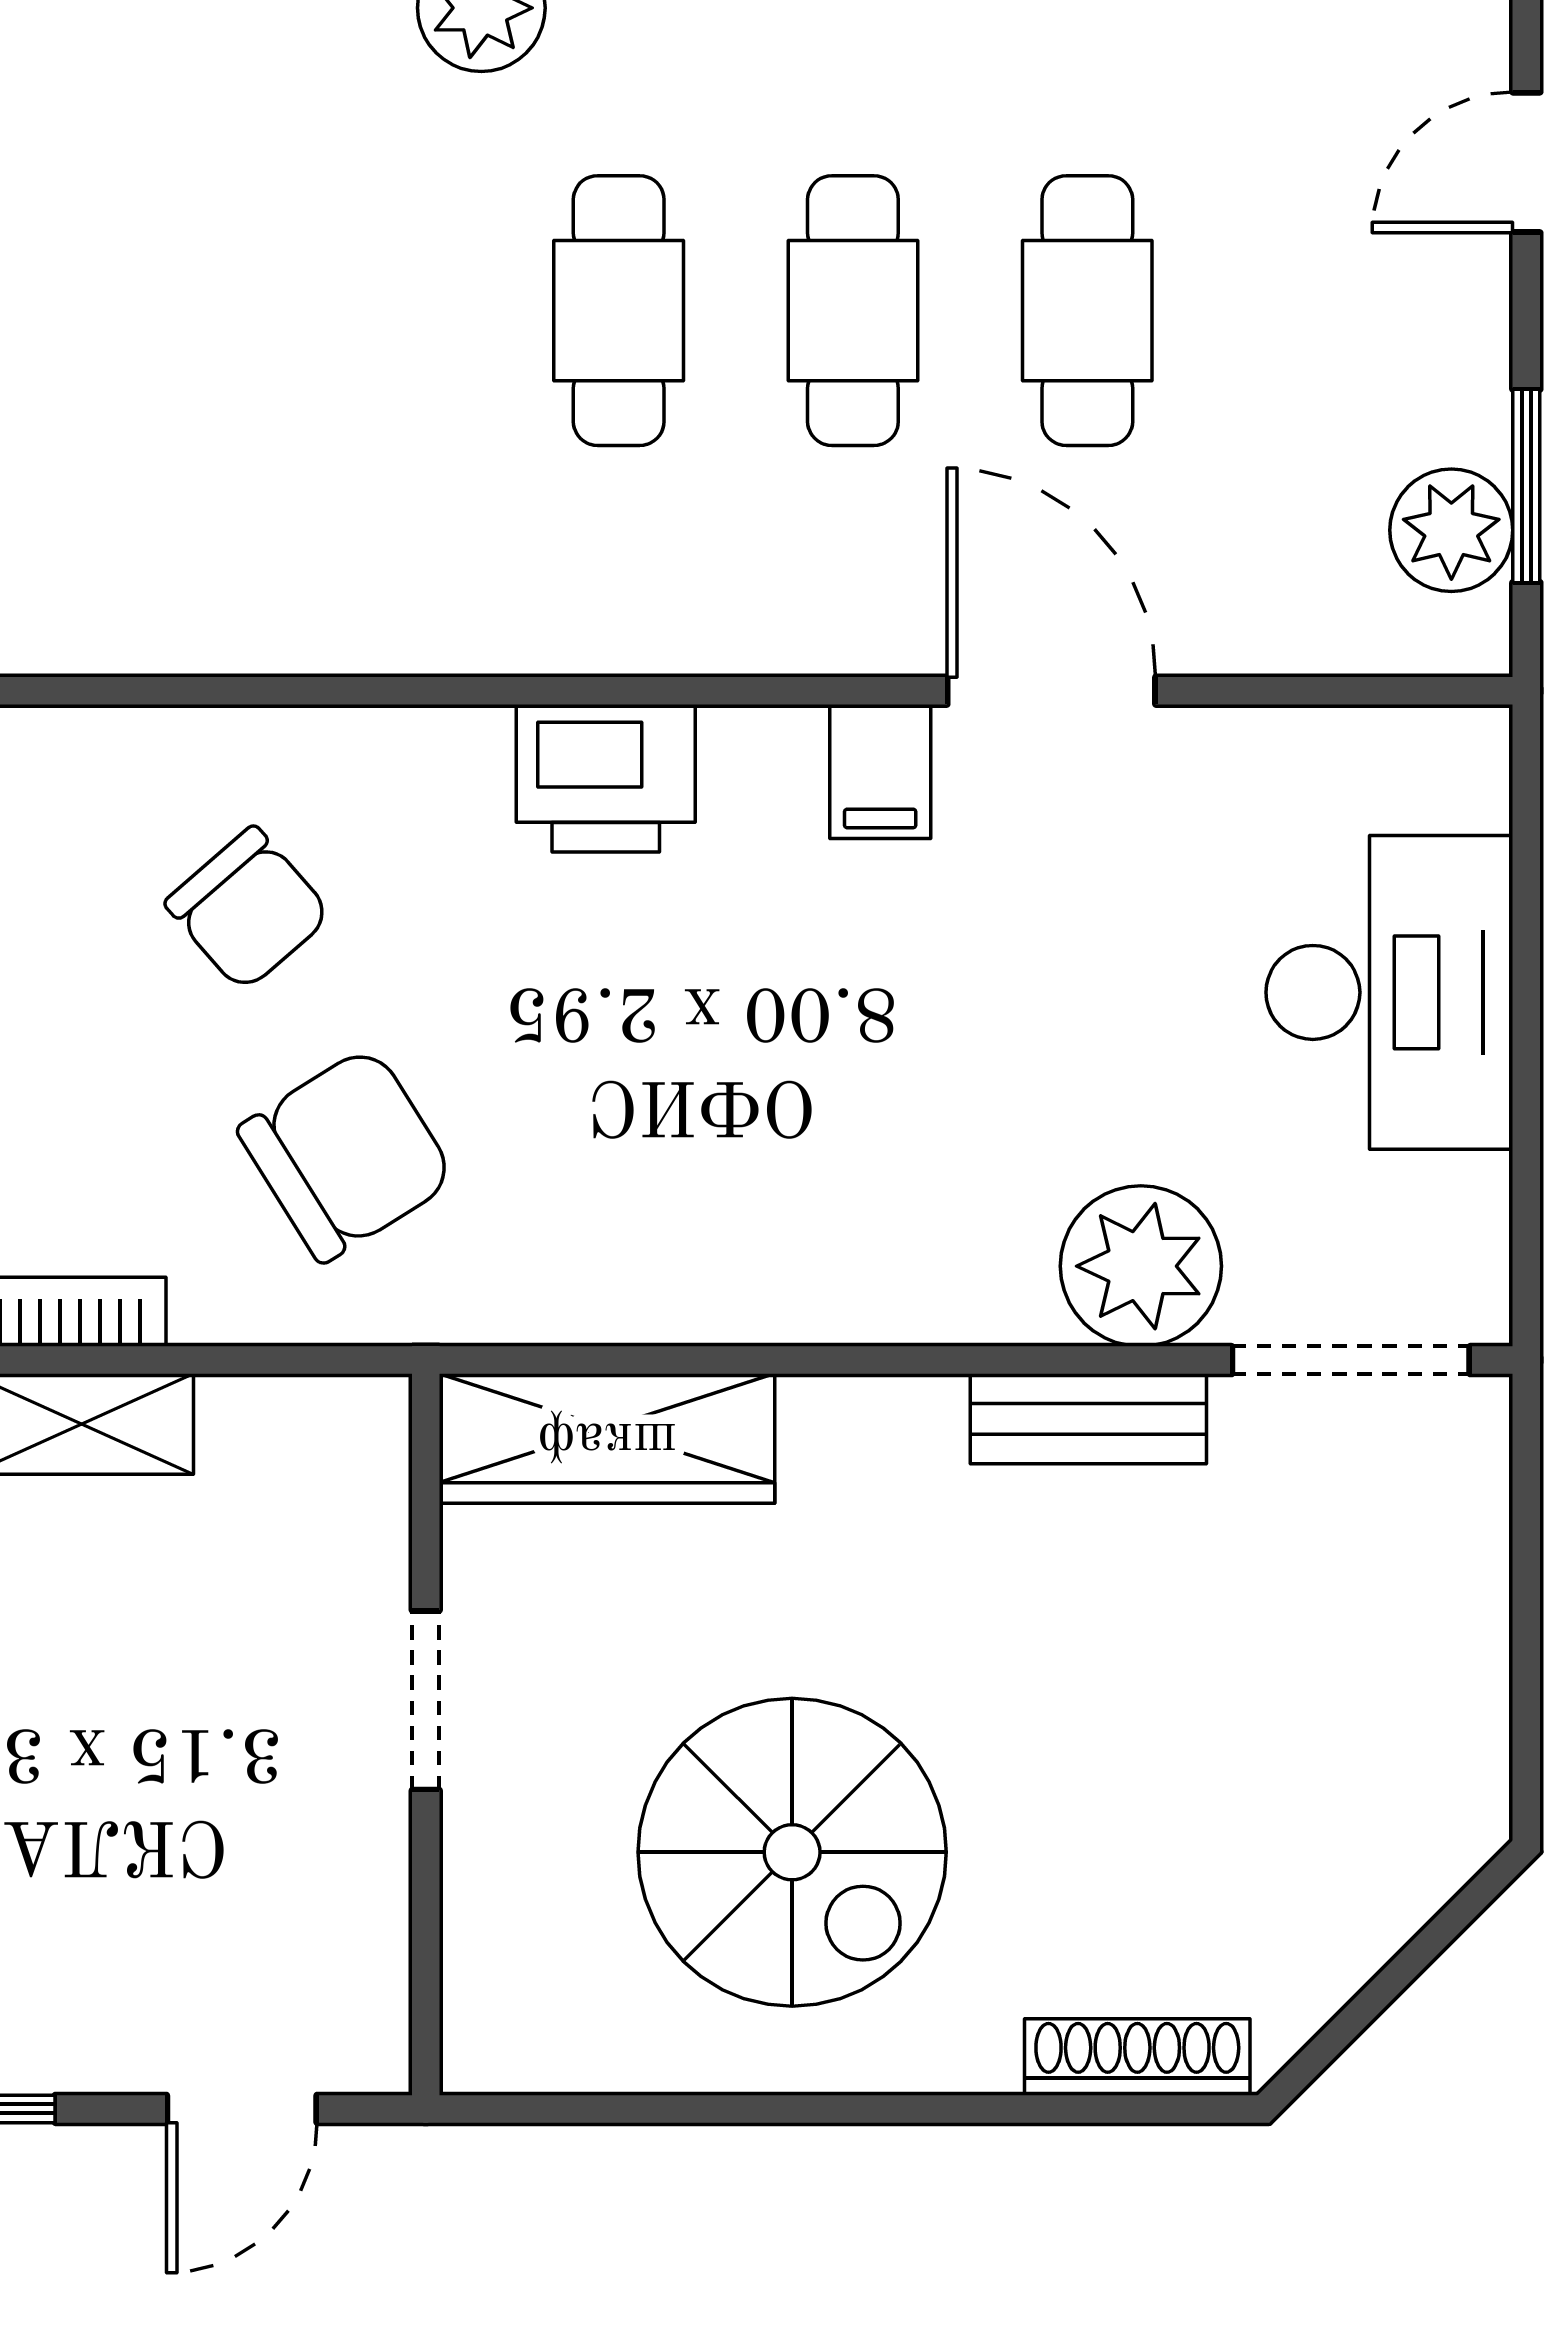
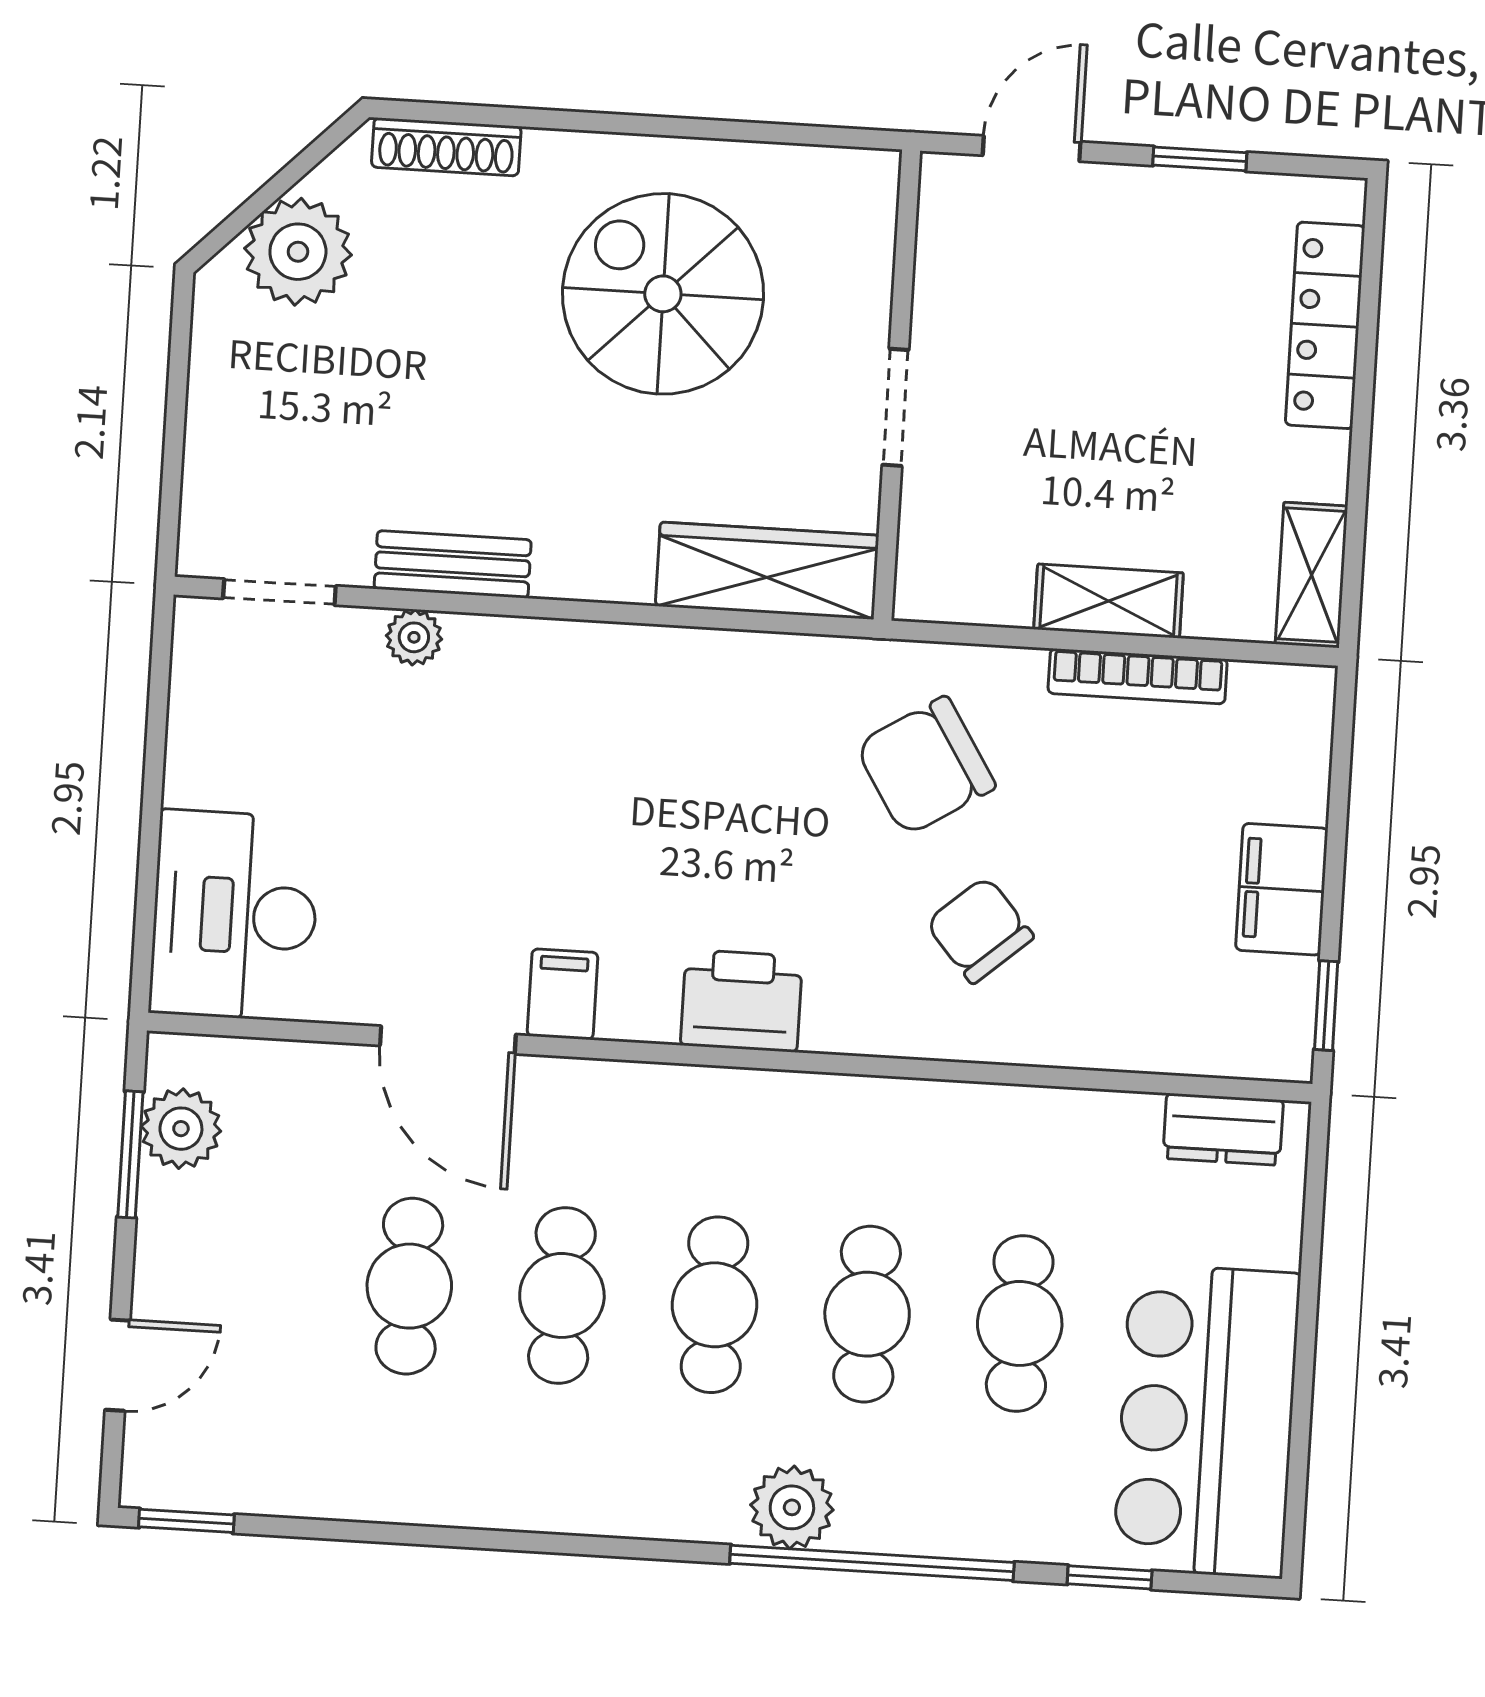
cafe table: (150, 311) -> (1020, 1323), added
cafe table: (384, 311) -> (867, 1314), added
desk: (1389, 992) -> (234, 915), moved
plant: (1141, 1266) -> (414, 637), width x0.53, depth x0.53
doorway: (1351, 1360) -> (279, 592), width x0.73
plant: (1354, 1883) -> (298, 252), added

